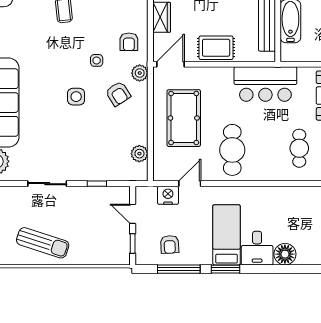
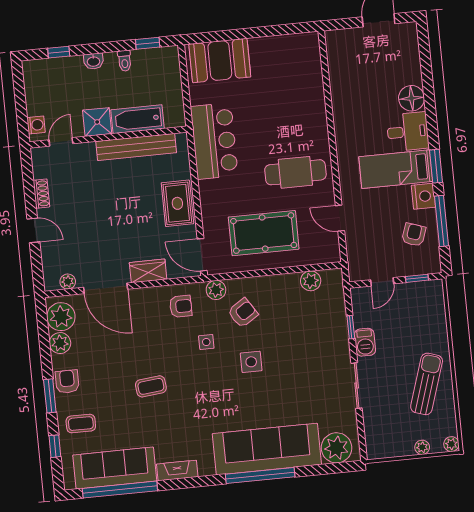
cafe table: (299, 148) -> (286, 94), removed
barbecue: (83, 194) -> (365, 342), added
nightstand: (168, 195) -> (423, 196), moved, turned 180
armchair: (170, 244) -> (414, 235), turned -68

